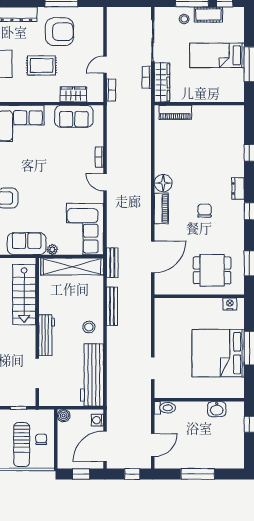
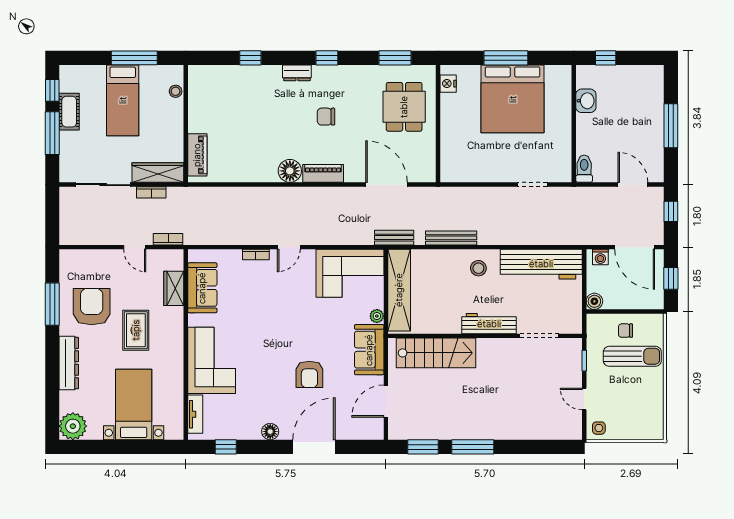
stool: (184, 19) -> (176, 91), moved

